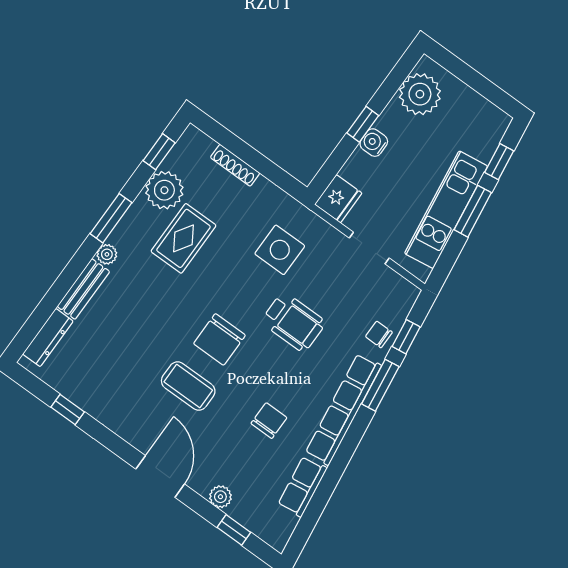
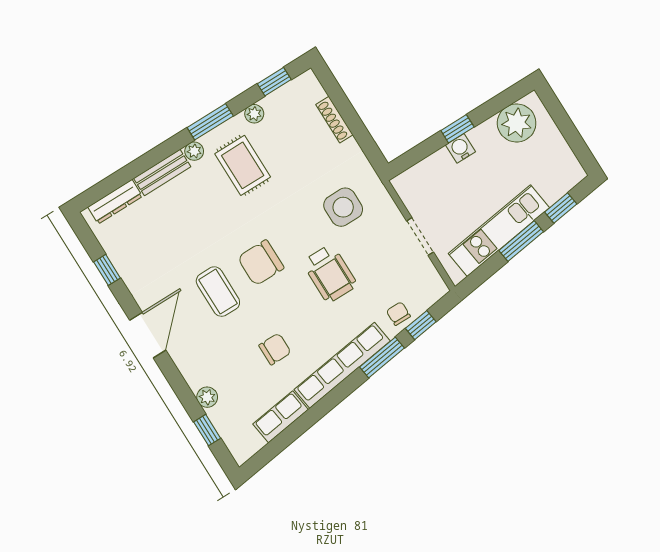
plant: (164, 190) -> (254, 114), width x0.53, depth x0.53
fridge: (338, 199) -> (411, 184), removed
rug: (183, 238) -> (243, 165), moved, turned 90
door: (160, 477) -> (148, 335), moved

